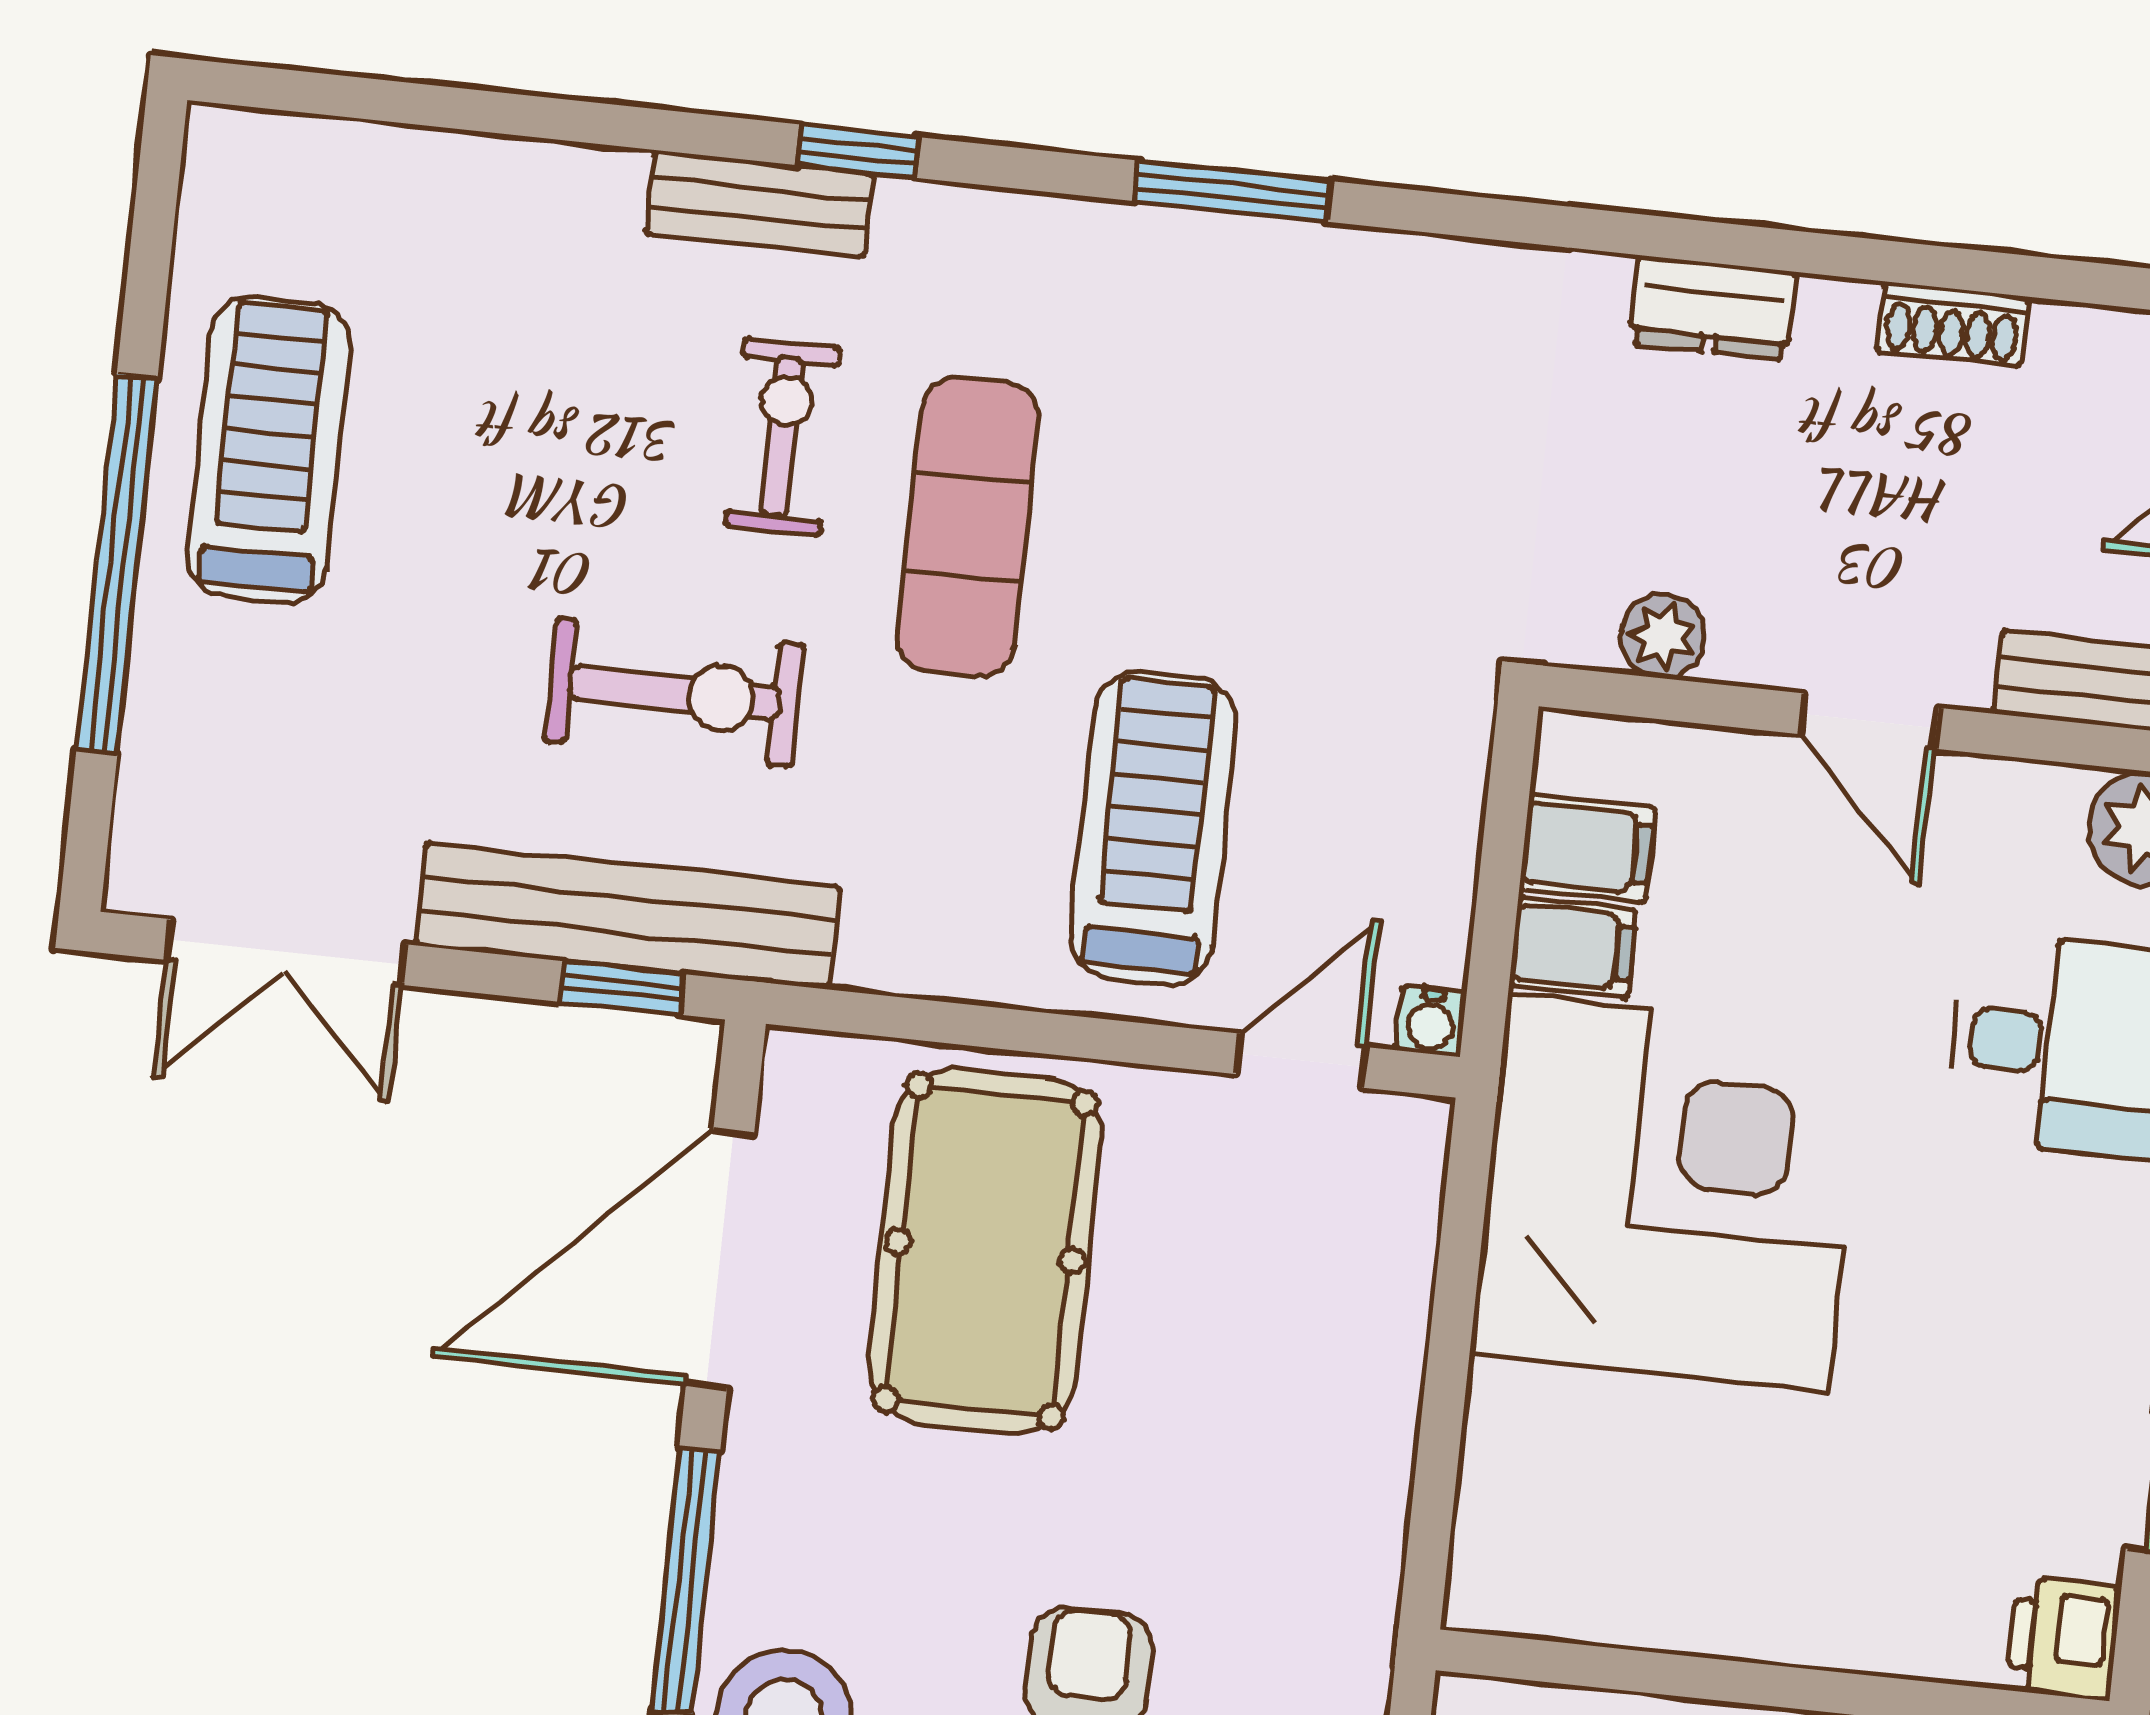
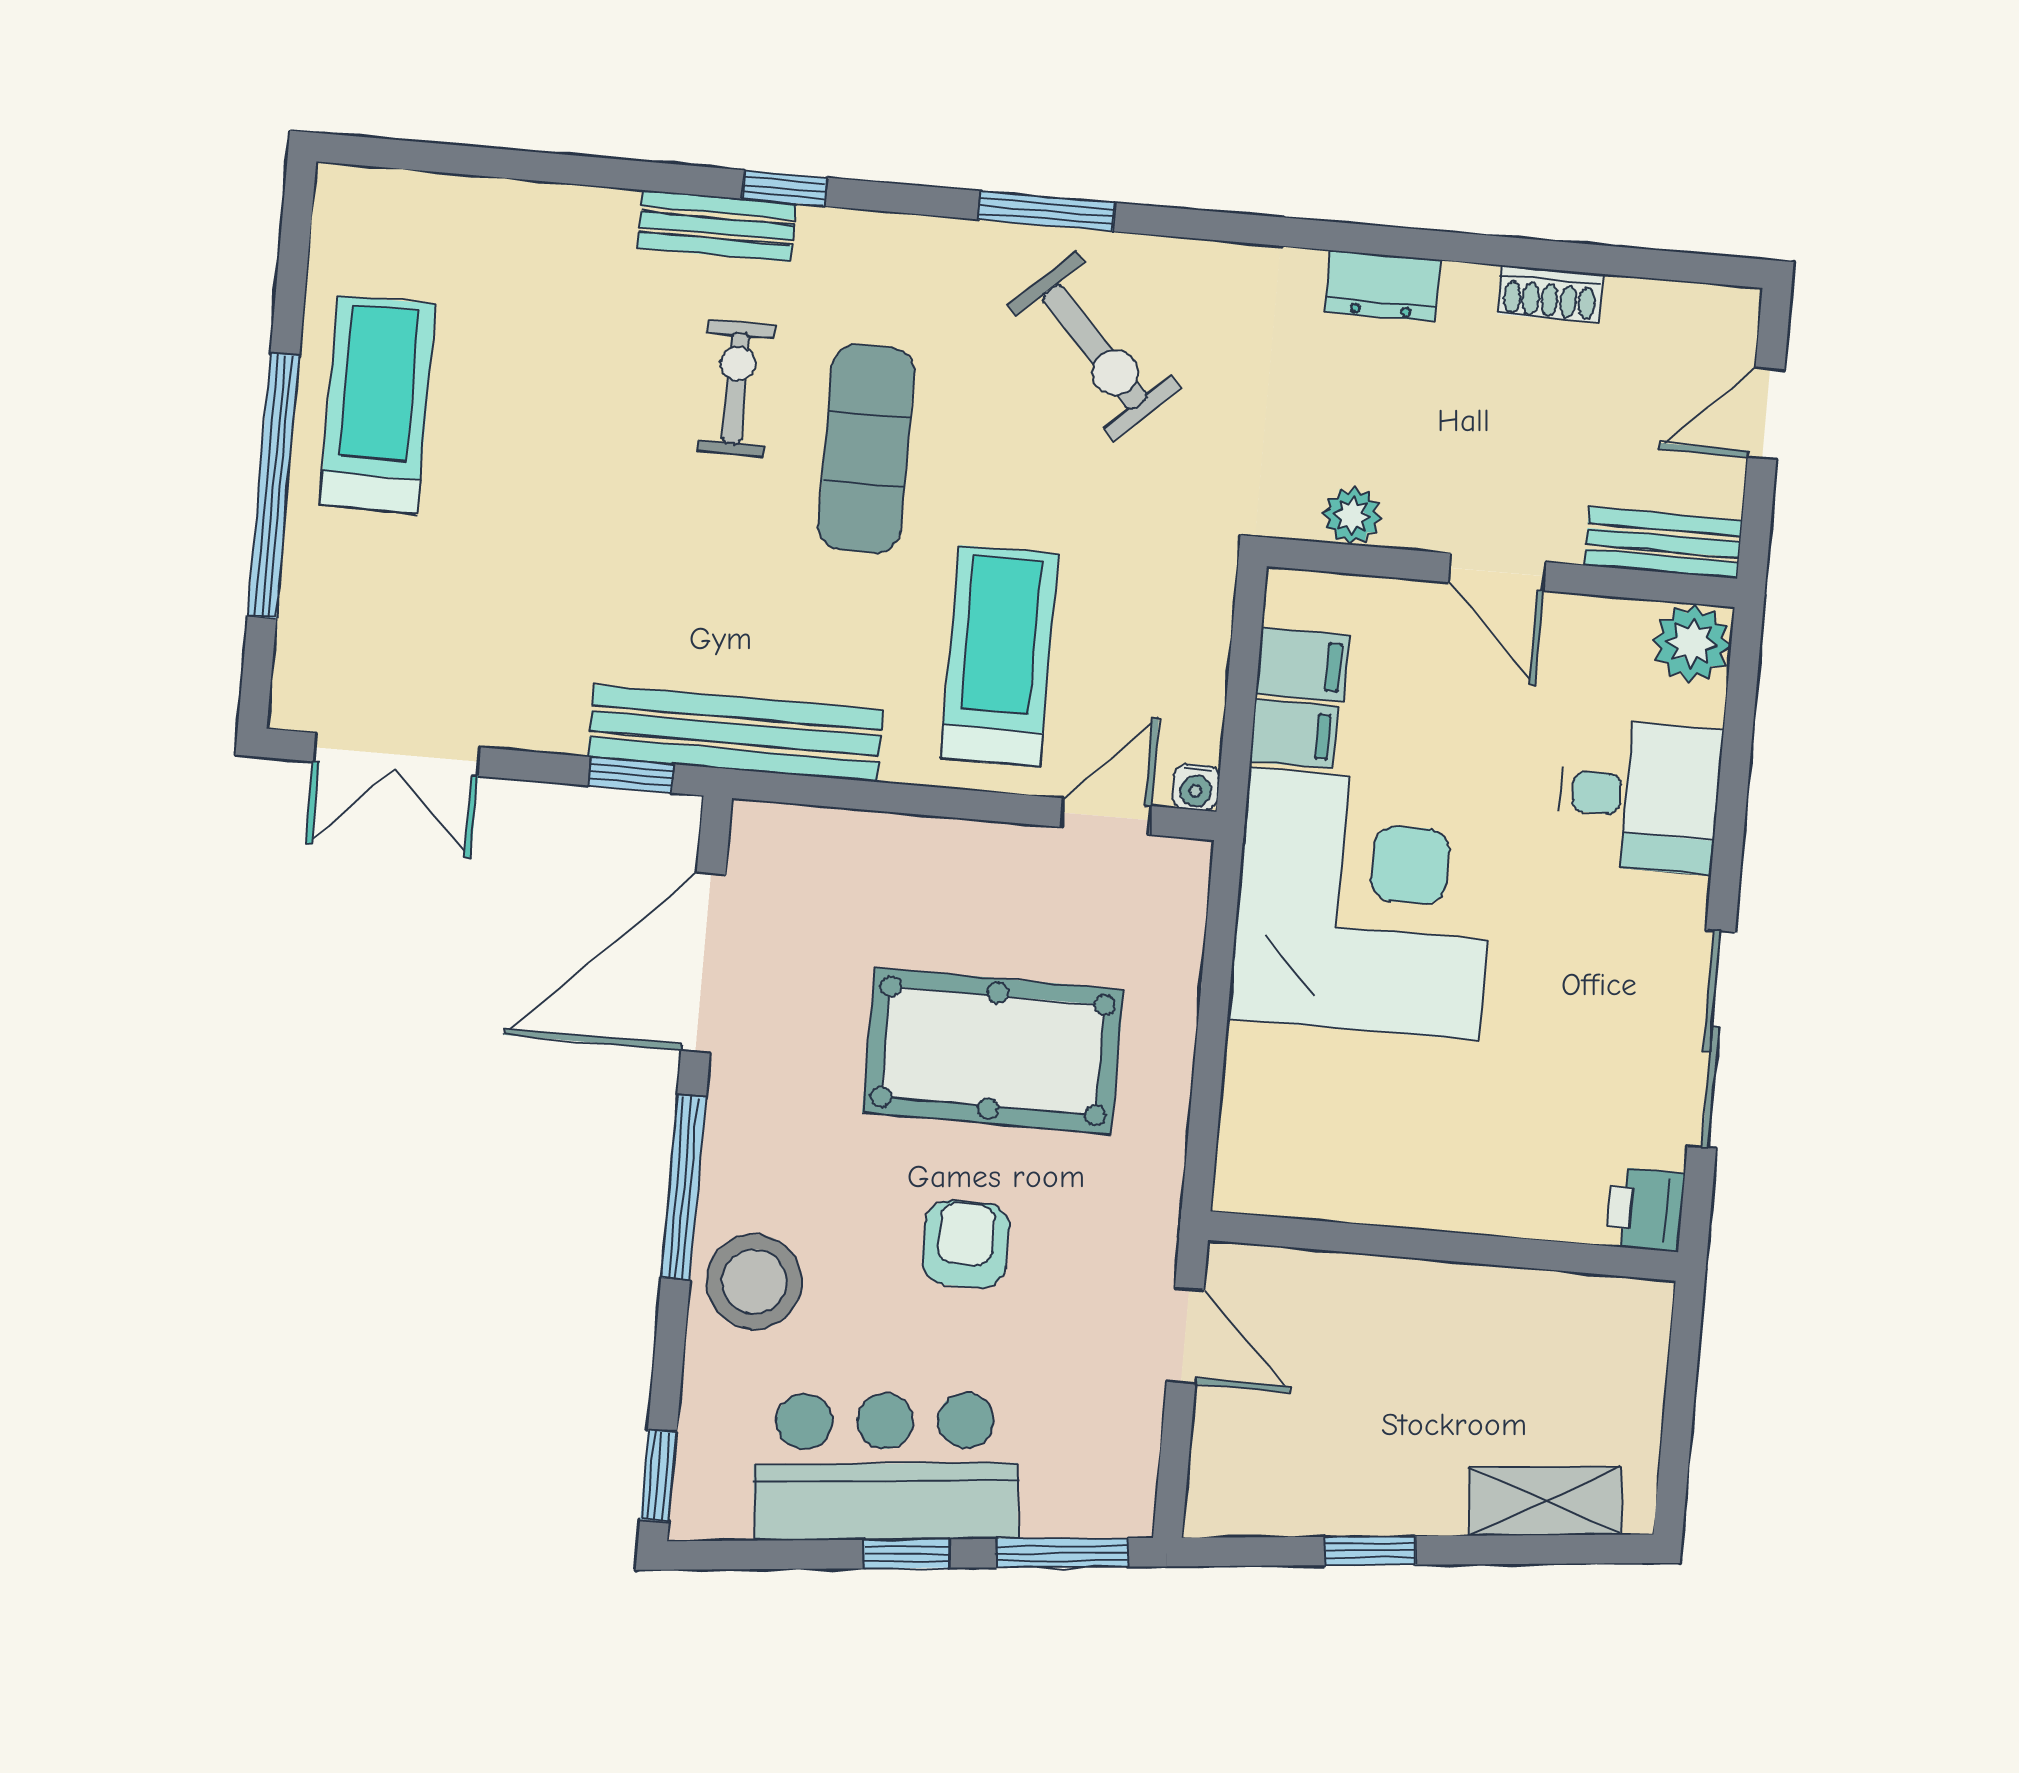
exercise bike: (674, 693) -> (1095, 347), moved, turned 47
bench: (628, 916) -> (736, 733), moved
pool table: (985, 1251) -> (993, 1051), moved, turned 90

